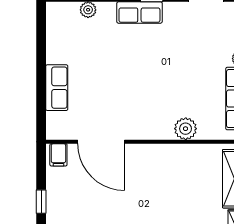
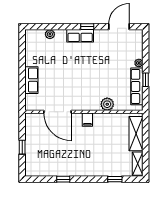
filing cabinet: (58, 155) -> (87, 120), moved

